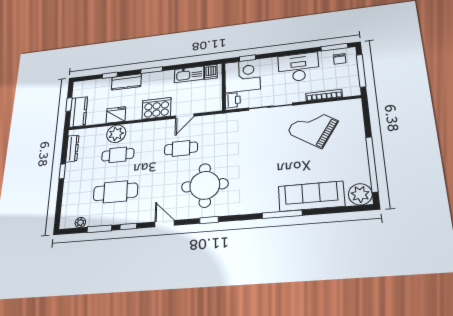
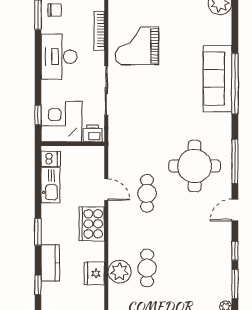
grand piano: (313, 127) -> (137, 46), turned 57
cafe table: (116, 192) -> (193, 268), removed
sofa: (311, 196) -> (218, 79), moved
window: (282, 214) -> (235, 84), width x1.46
window: (209, 220) -> (235, 161), width x2.17

